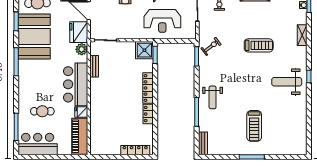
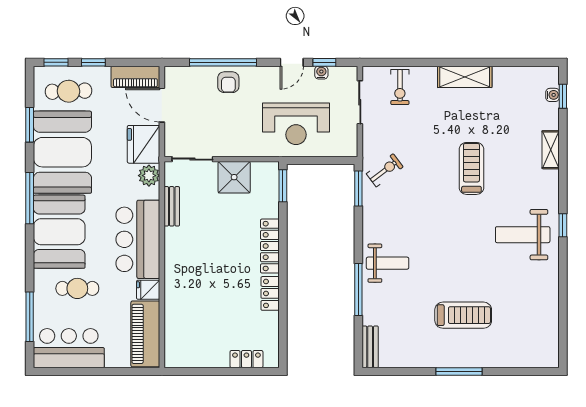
treadmill: (259, 45) -> (471, 168), turned -90
shower: (144, 50) -> (234, 177), moved
booth: (32, 80) -> (59, 232), added
weight bench: (213, 97) -> (388, 263), turned -90
treadmill: (254, 126) -> (463, 315), turned -90
locker: (135, 150) -> (246, 359), width x0.66

